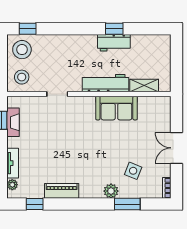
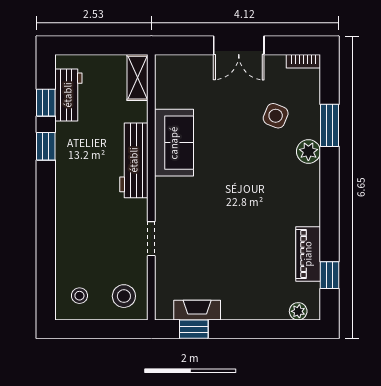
window: (28, 29) -> (46, 103), moved
workbench: (114, 43) -> (68, 95), moved
stool: (22, 50) -> (79, 296), width x0.53, depth x0.53
shelving: (144, 85) -> (138, 78), moved
tv unit: (13, 163) -> (263, 311), removed
piano: (62, 191) -> (308, 254), moved

